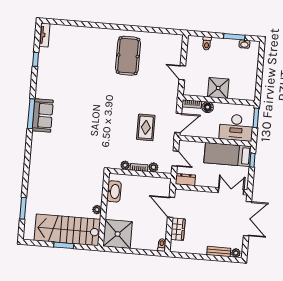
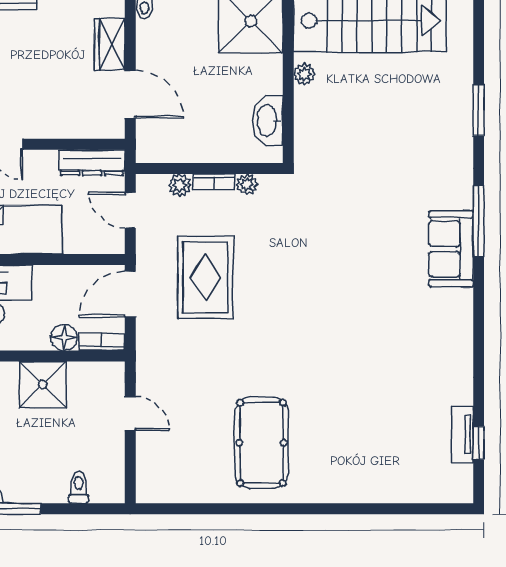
tv unit: (44, 35) -> (462, 435), moved
window: (36, 59) -> (479, 443), moved
window: (31, 114) -> (479, 221), moved
sofa: (43, 115) -> (451, 249), moved
rug: (146, 127) -> (205, 278), width x1.36, depth x1.43
dresser: (185, 180) -> (92, 163), width x1.44
window: (23, 208) -> (479, 110), moved

